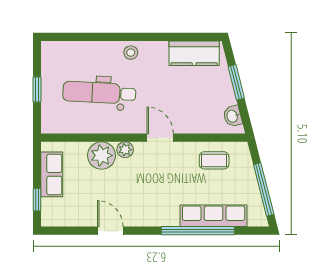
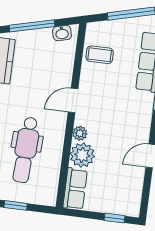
window: (236, 82) -> (32, 26), width x1.44
coffee table: (214, 160) -> (100, 55), turned 90
row of seats: (52, 174) -> (75, 189), moved, turned 90

